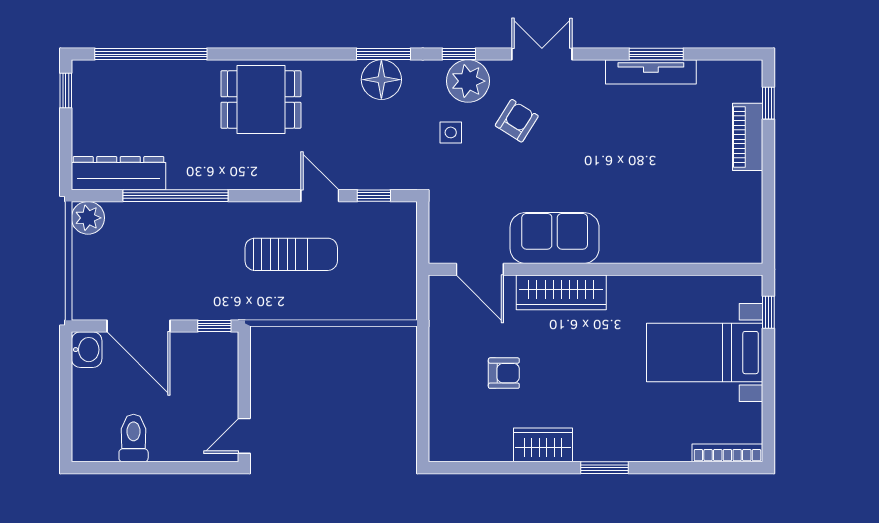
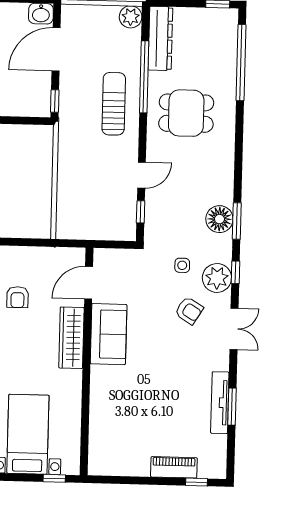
dining table: (261, 100) -> (186, 113), moved, turned 90
sun lounger: (291, 254) -> (114, 104), moved, turned 180

